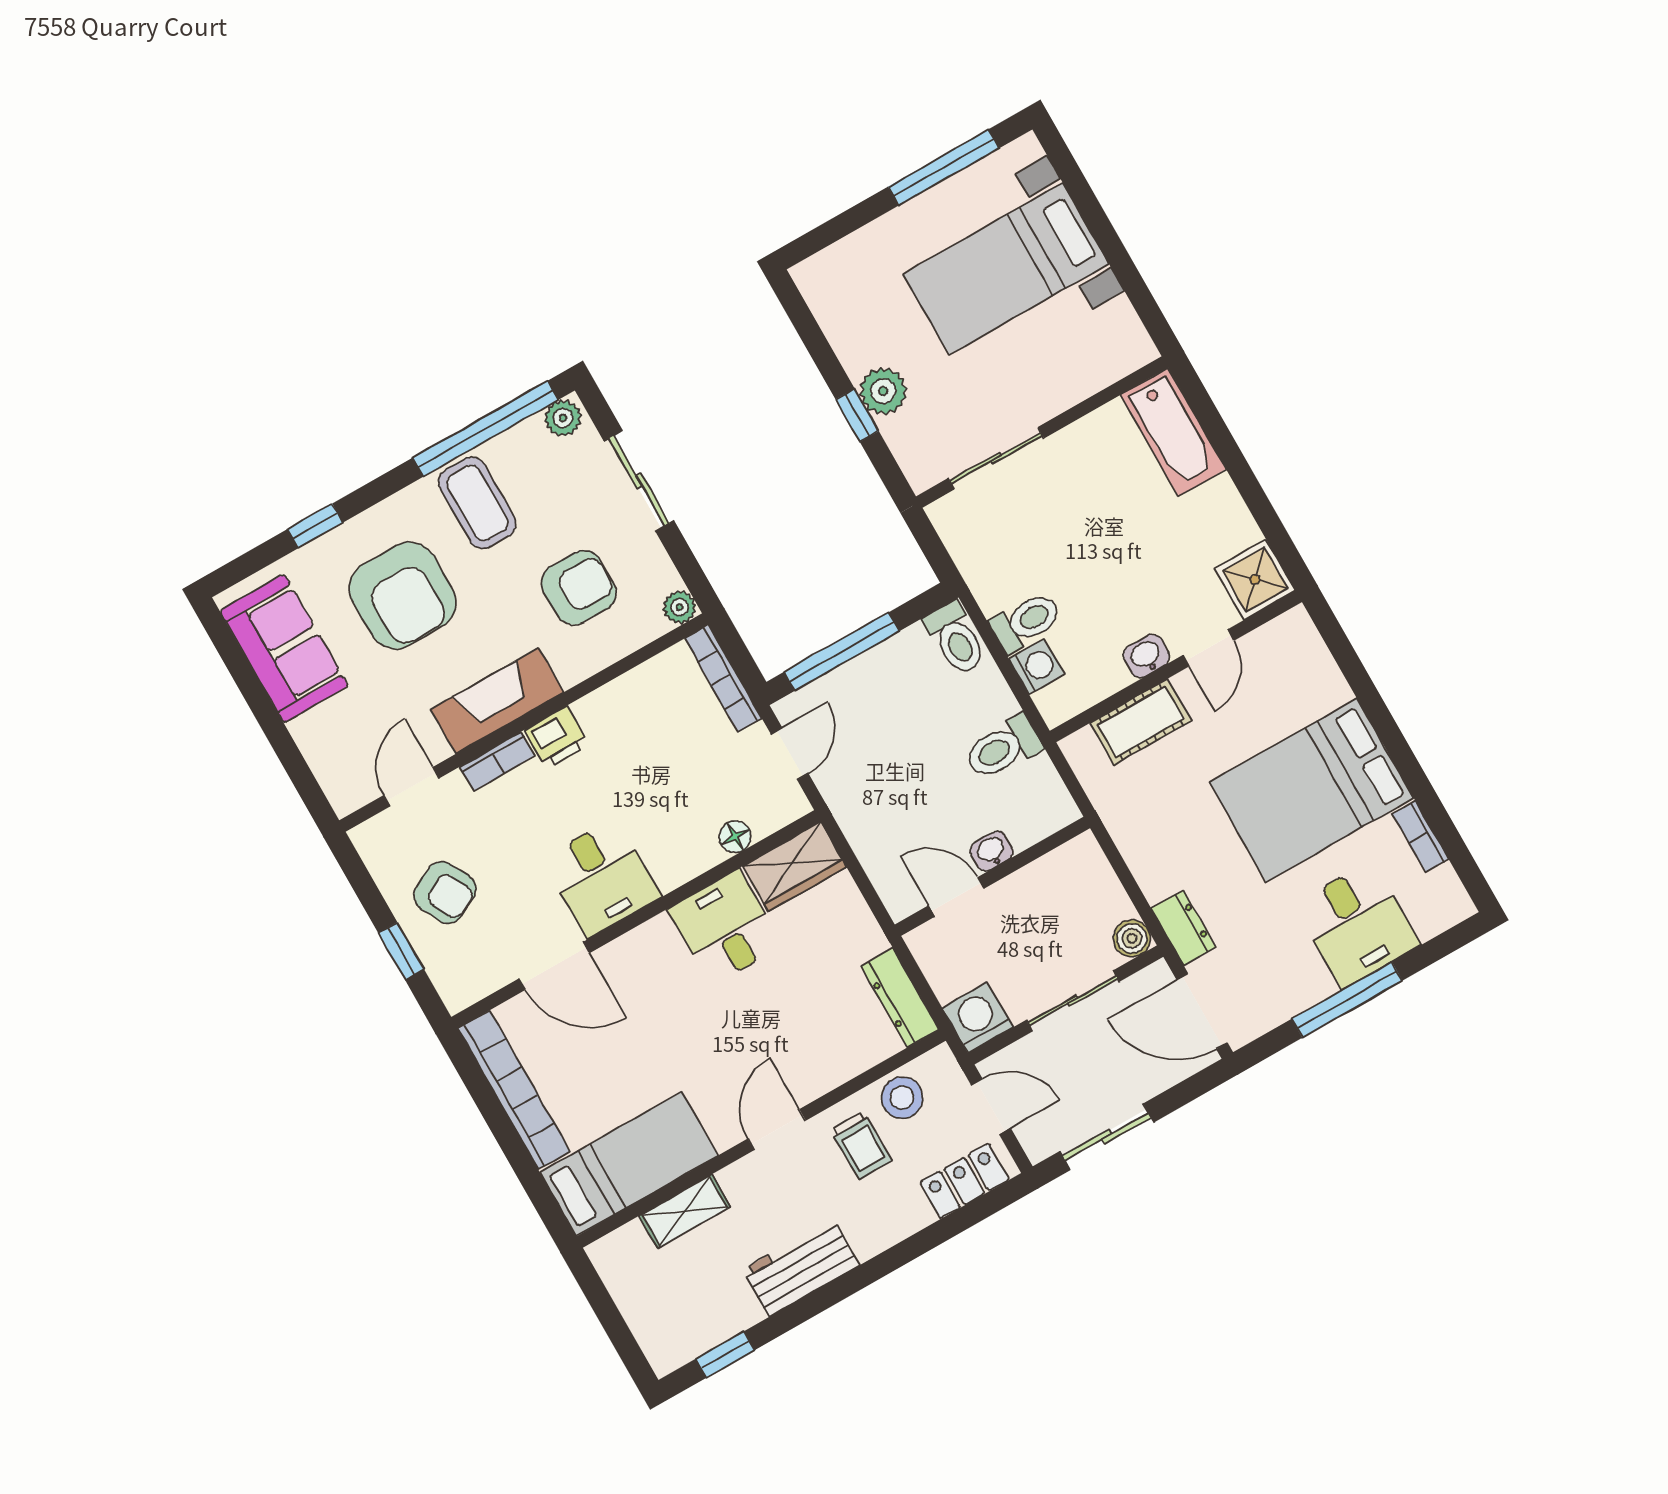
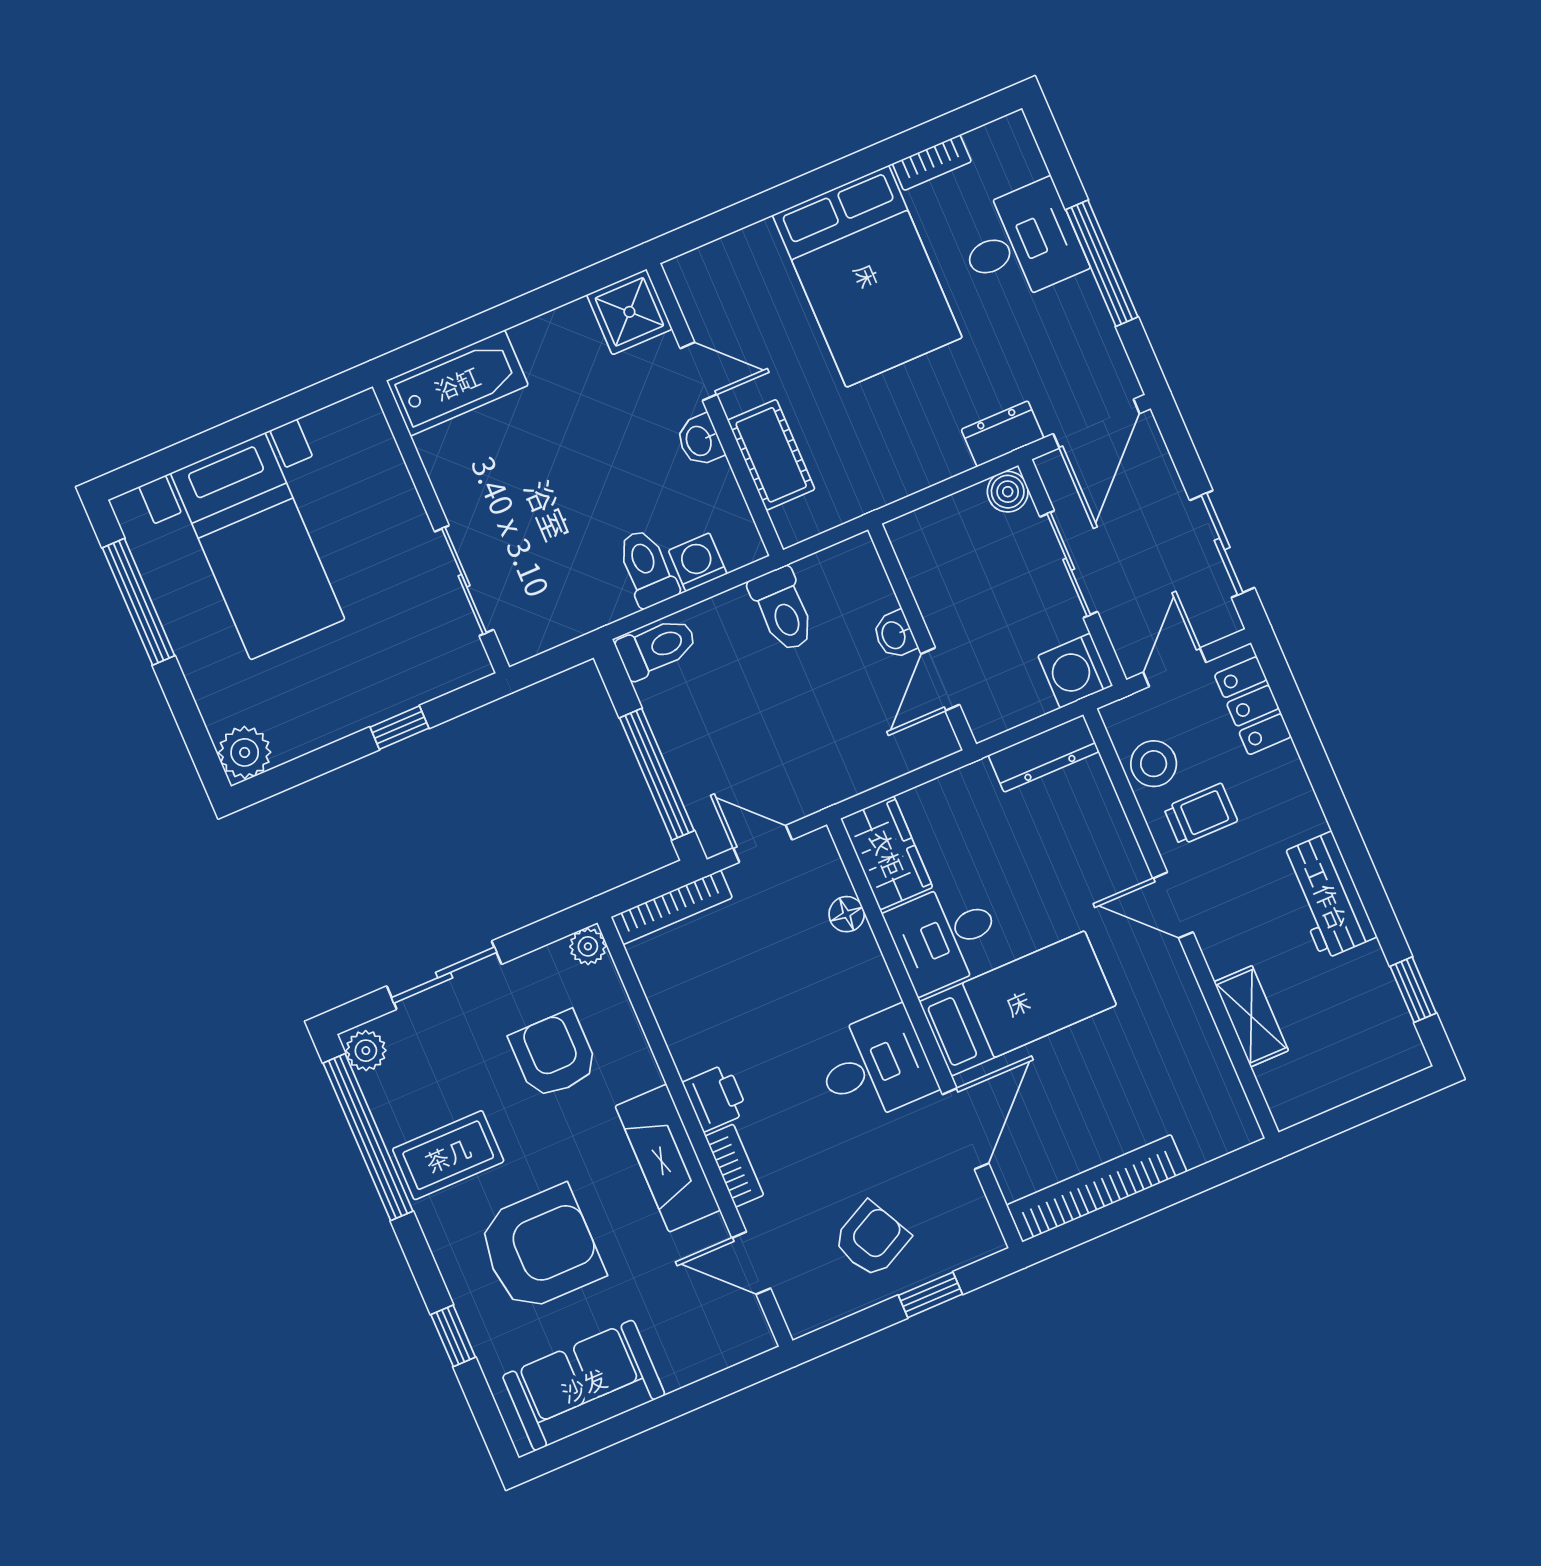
plant: (883, 391) -> (245, 752), moved
bed: (629, 1164) -> (1018, 1003), moved, turned 90

